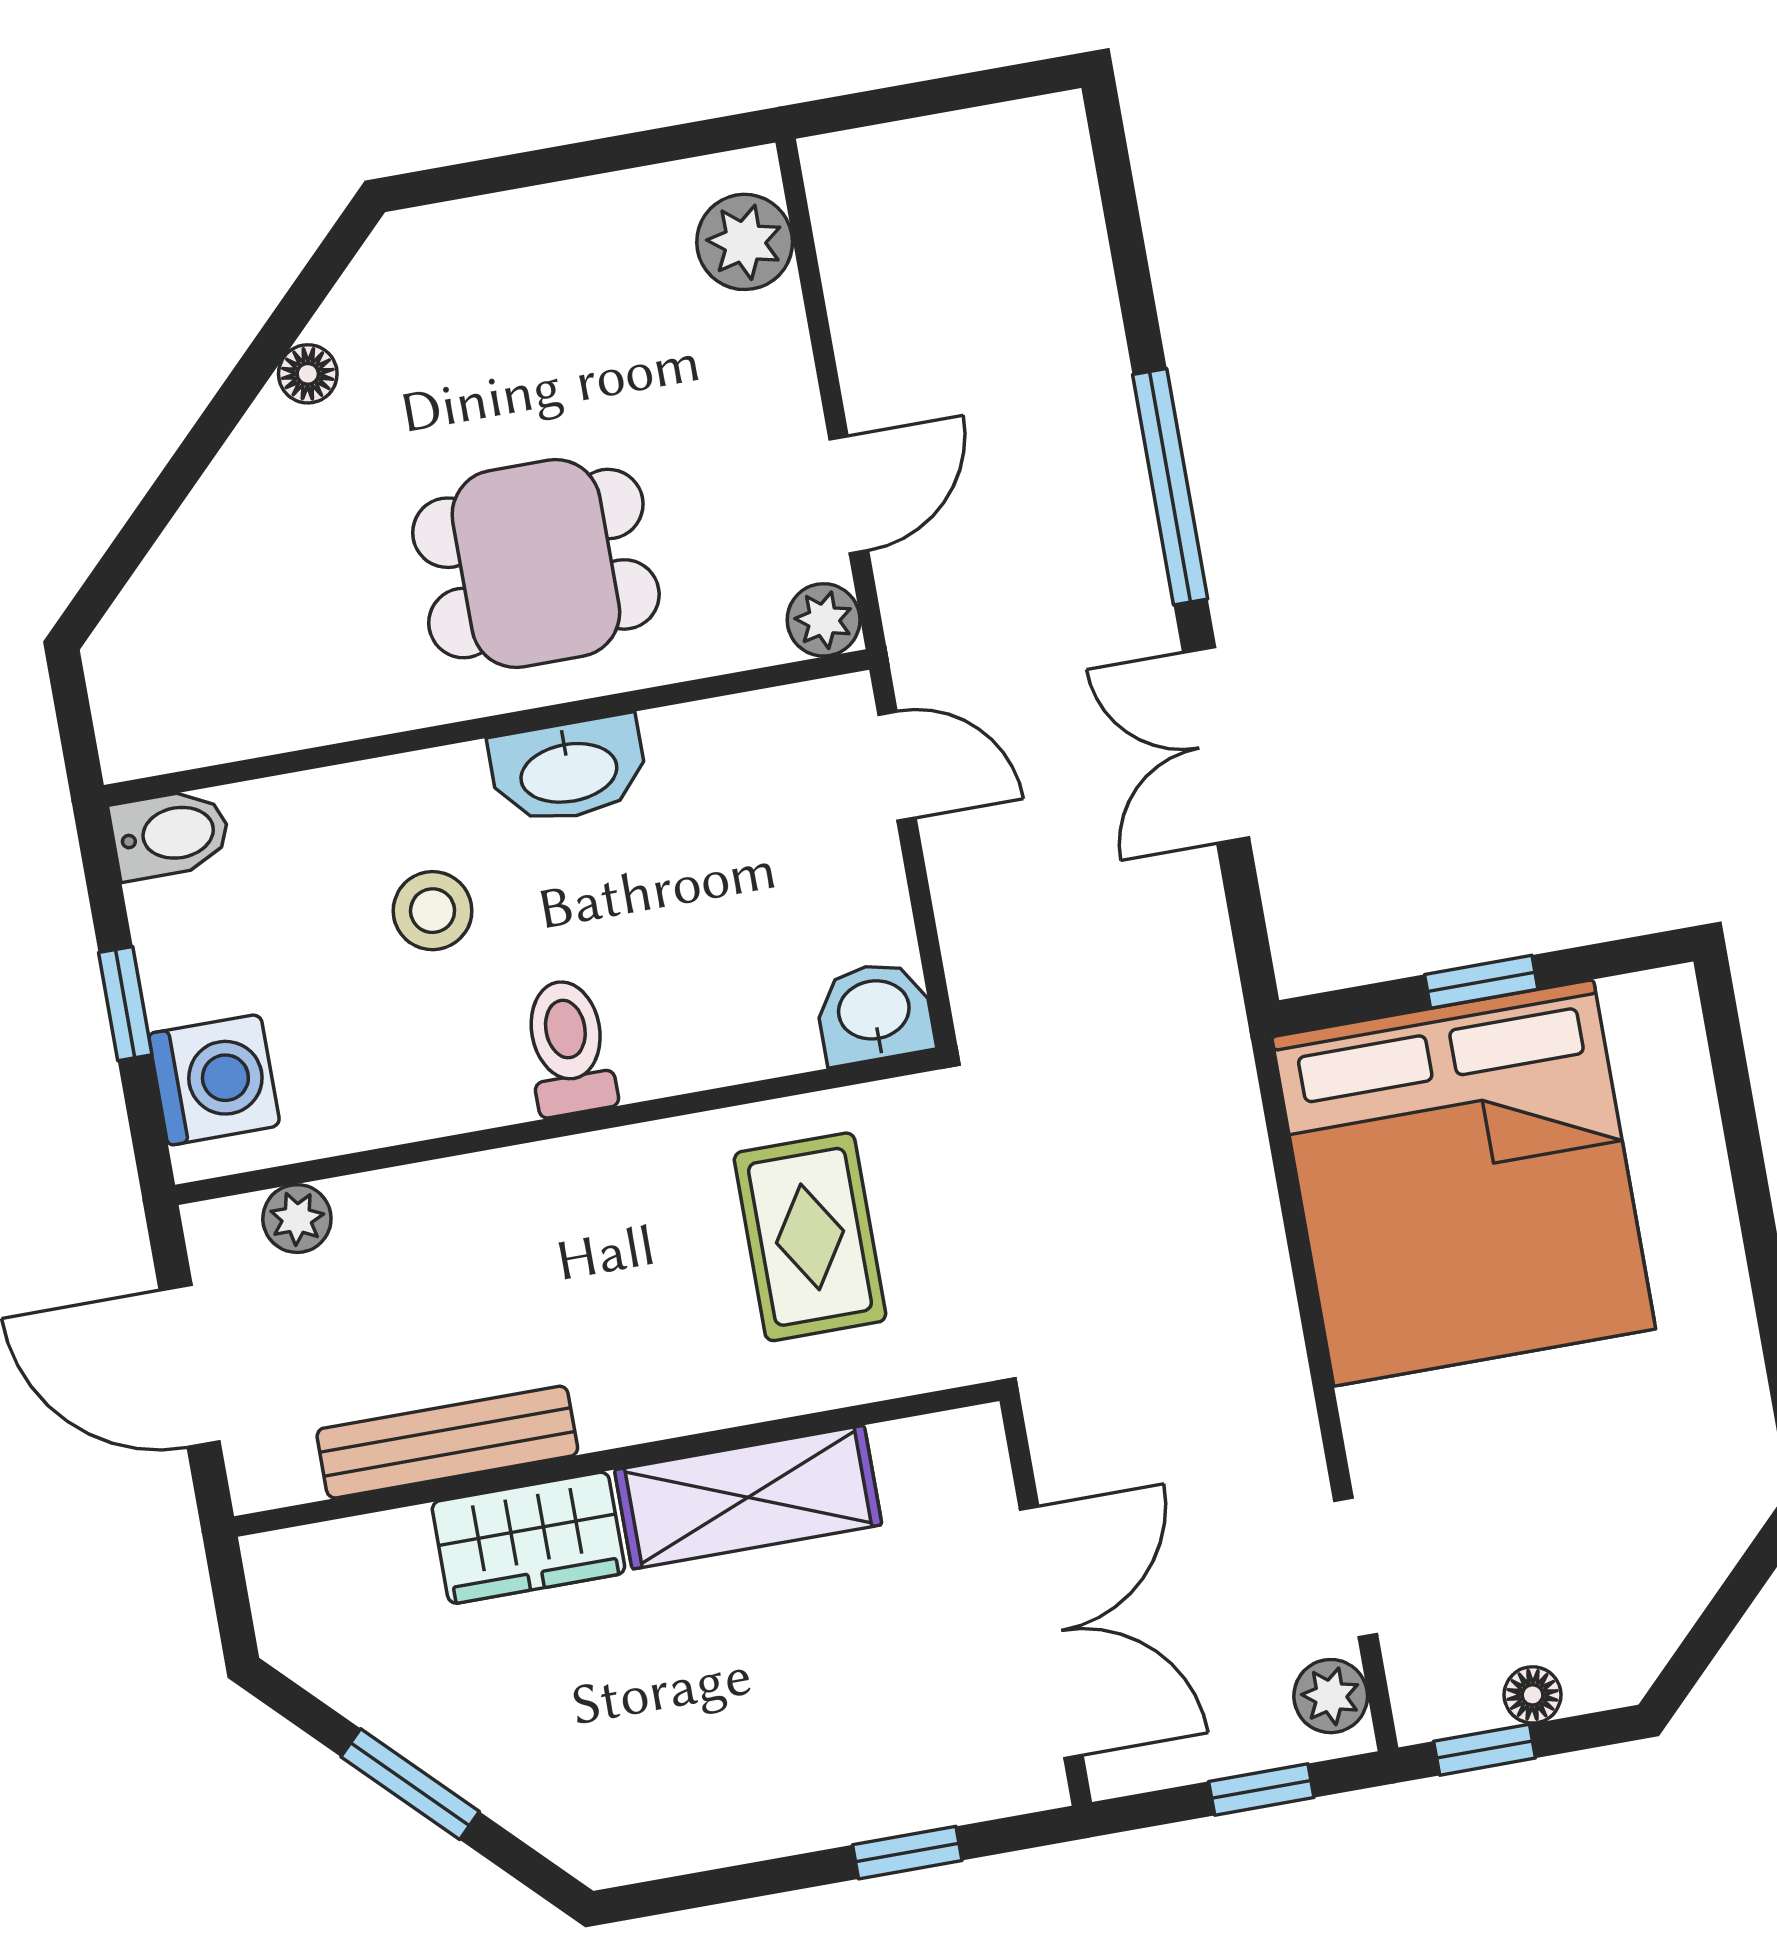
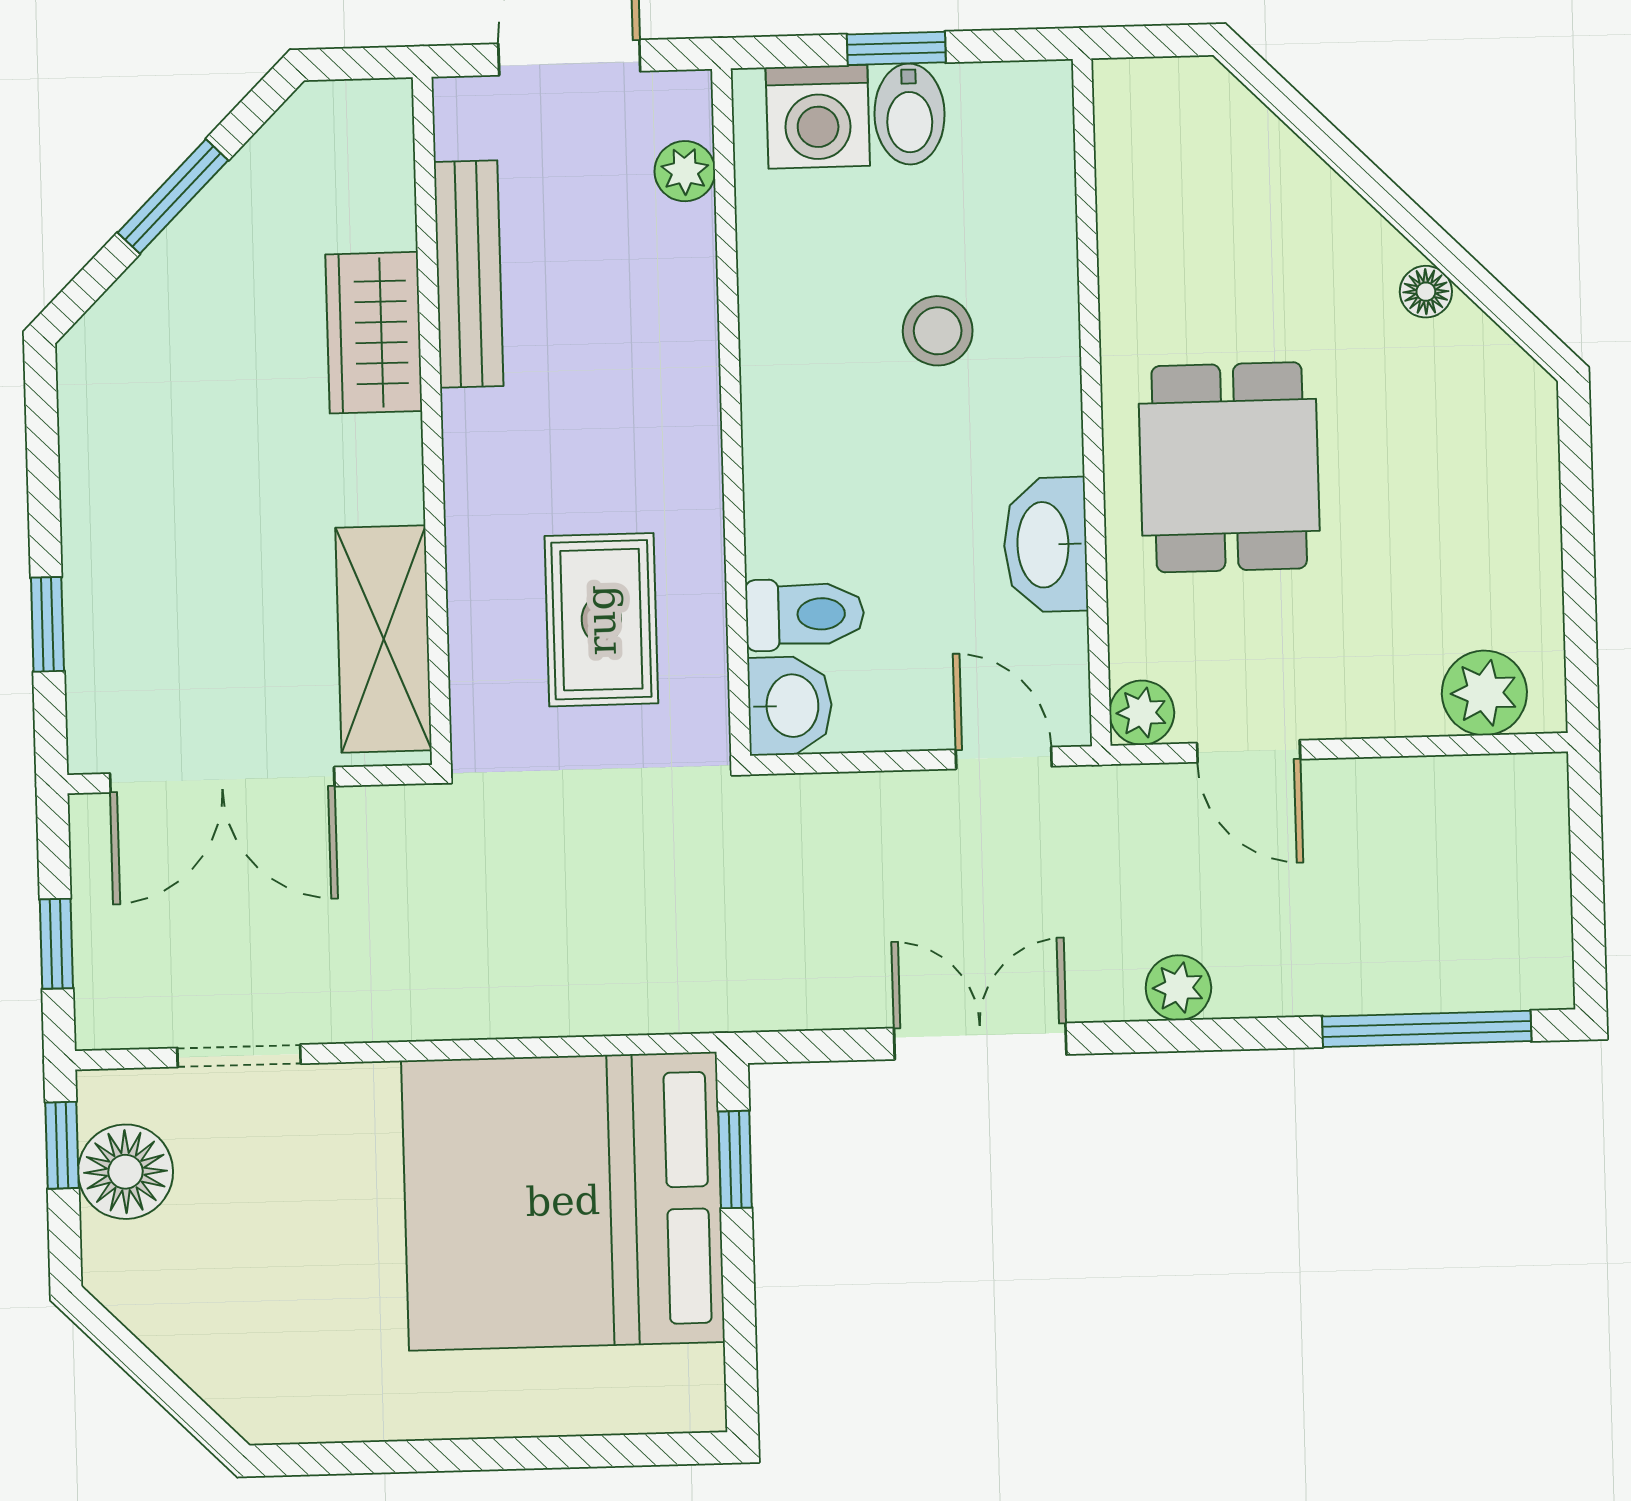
window: (1170, 487) -> (1427, 1029), moved
door: (897, 766) -> (1004, 758), swing flipped
washbasin: (568, 770) -> (1045, 545), moved
bidet: (170, 834) -> (909, 114), moved
window: (1481, 982) -> (735, 1160), moved
toilet: (569, 1047) -> (805, 614), moved
rug: (810, 1237) -> (601, 620), turned 90
shelving: (748, 1497) -> (384, 639), moved
floor lamp: (1533, 1695) -> (126, 1172), width x1.89, depth x1.89
plant: (1331, 1696) -> (1178, 988), moved

